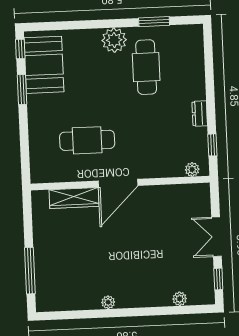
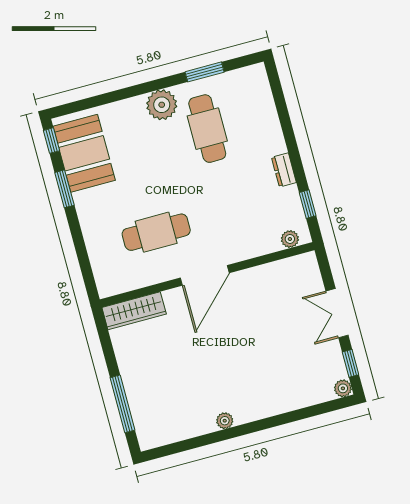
wardrobe: (74, 198) -> (134, 311), moved
plant: (180, 299) -> (343, 388), moved

